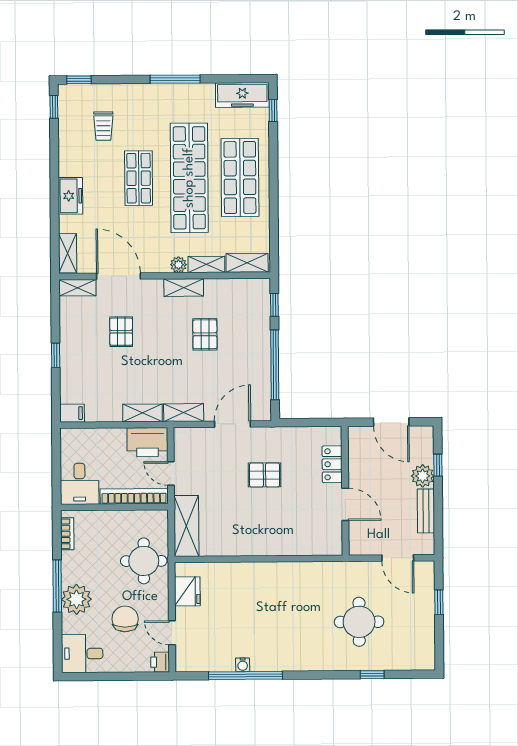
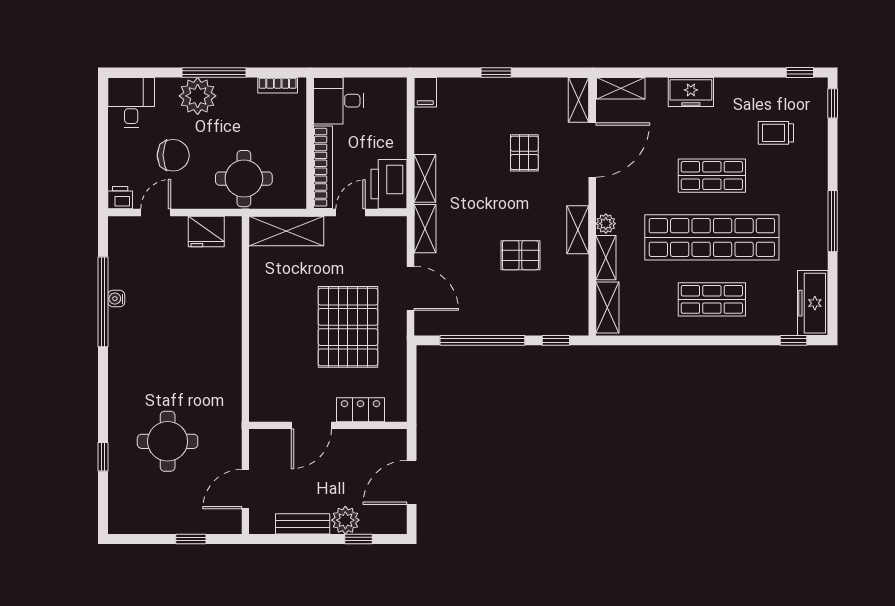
shop shelf: (240, 177) -> (712, 299), width x0.70, depth x0.74
pallet: (121, 332) -> (524, 153), turned 90
pallet: (265, 475) -> (348, 327), width x2.05, depth x2.00

